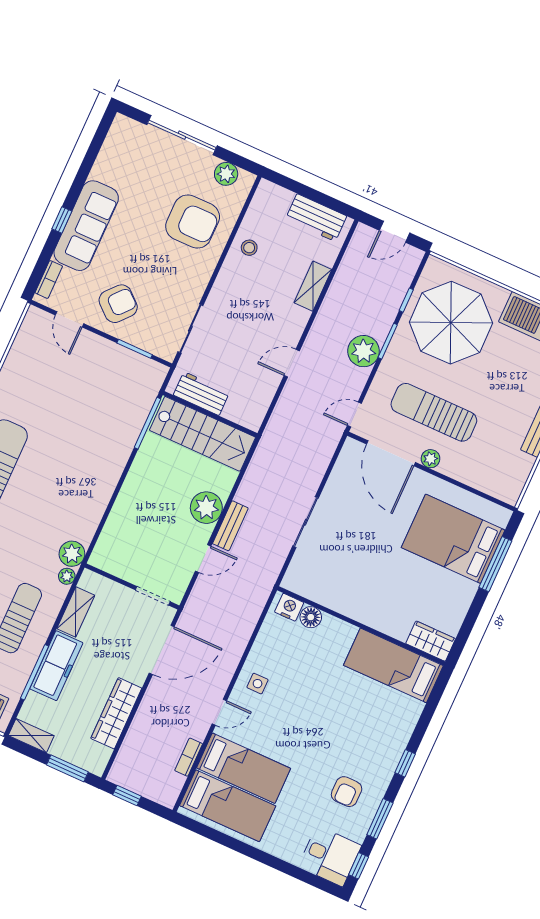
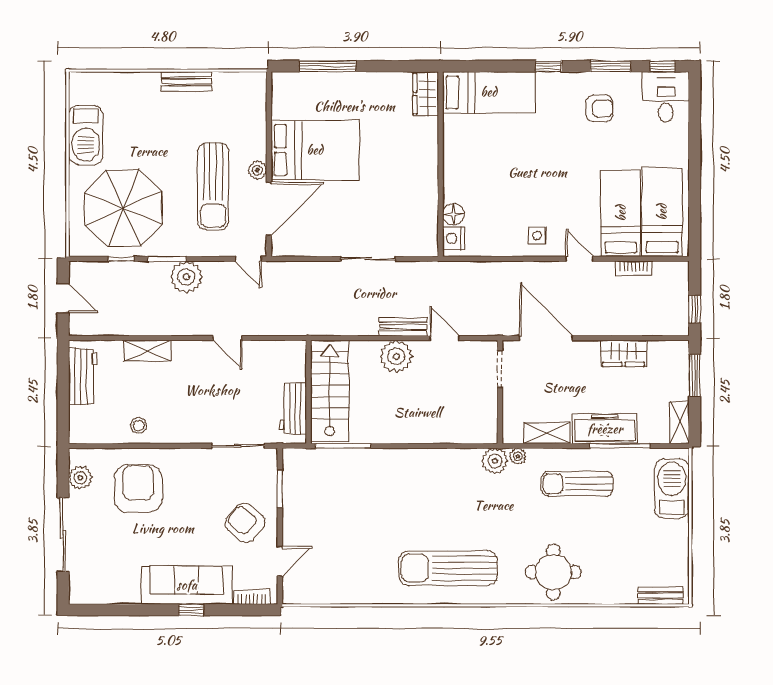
bed: (453, 539) -> (315, 150), moved, turned -90
bed: (393, 665) -> (489, 92), moved, turned -90
wardrobe: (116, 713) -> (623, 353), width x0.67

